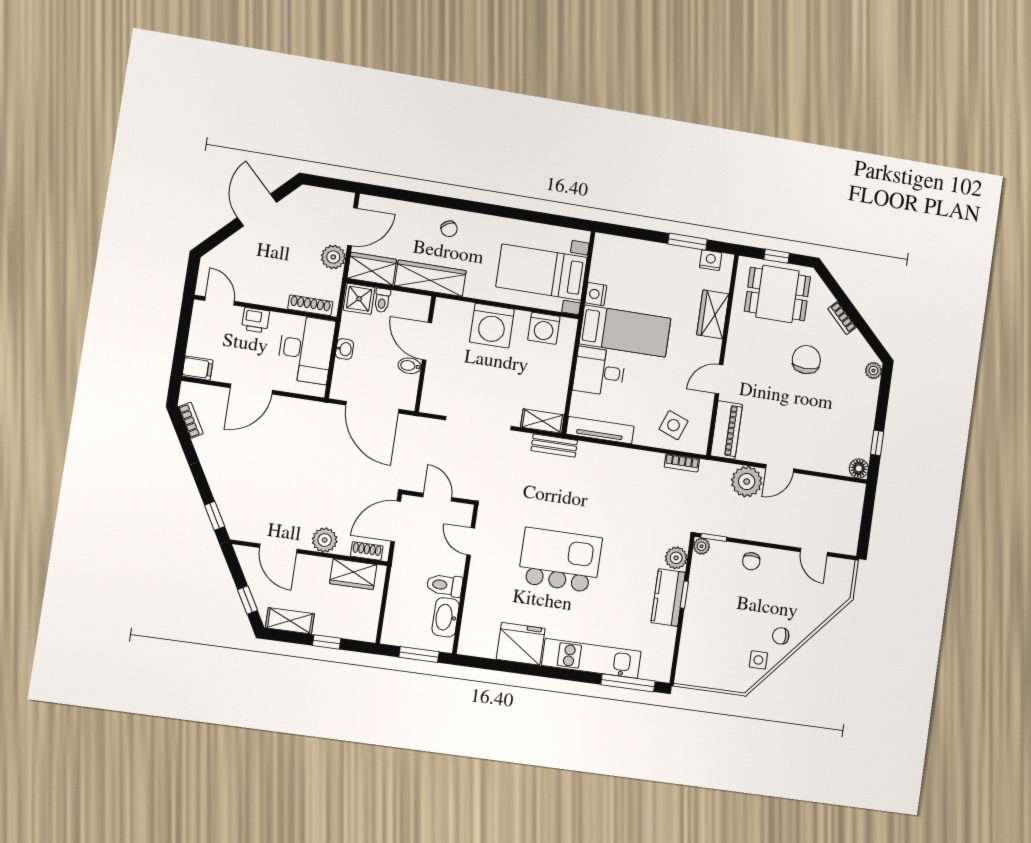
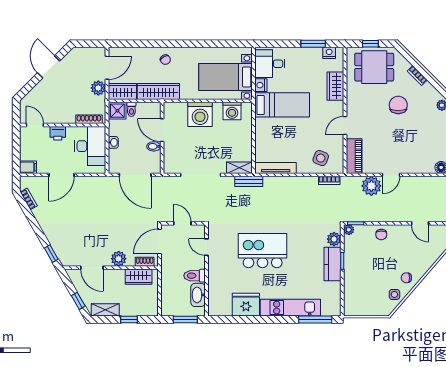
desk: (599, 372) -> (270, 64), moved

